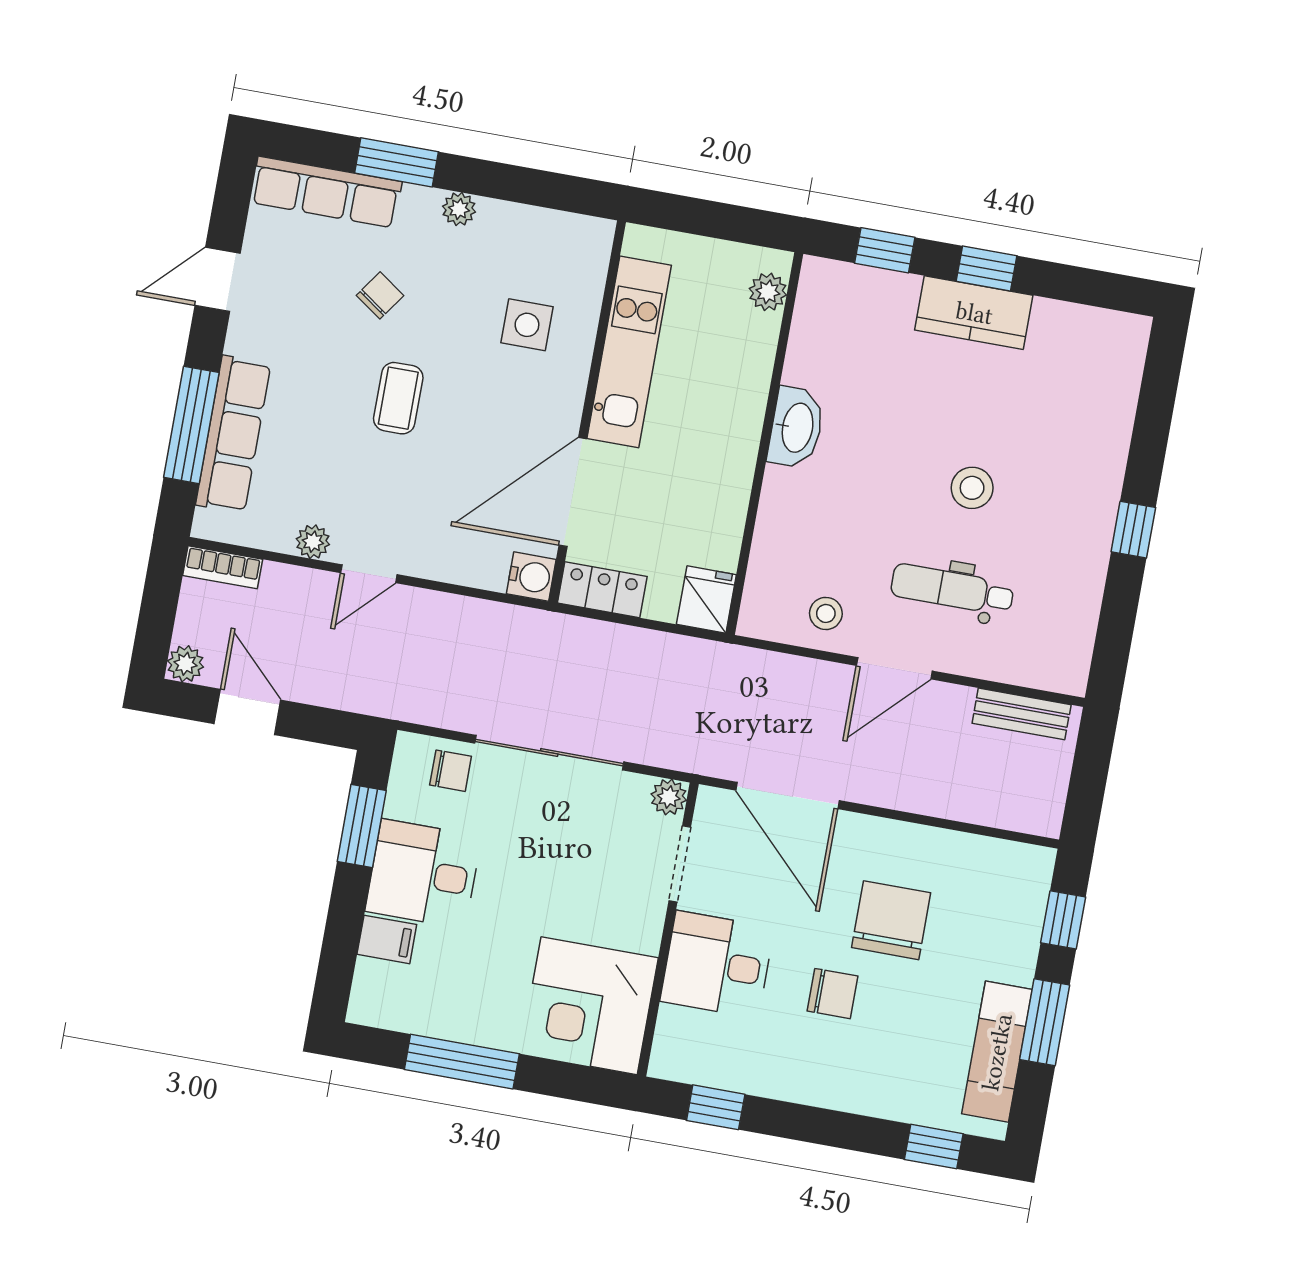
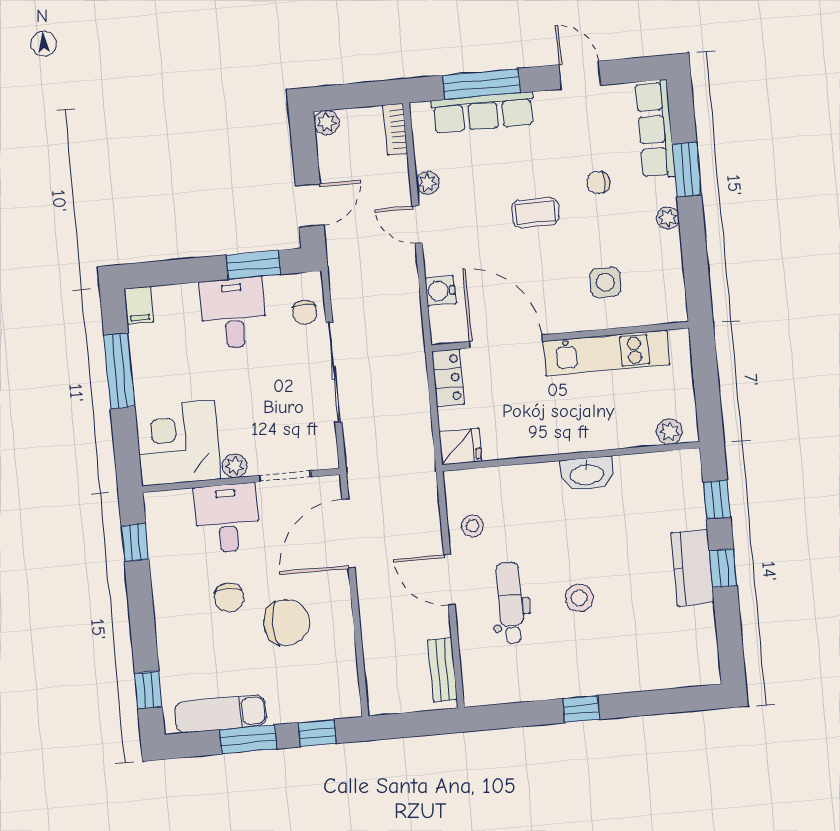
chair: (380, 295) -> (598, 182), turned 145
water cooler: (531, 577) -> (440, 291), moved, turned 90
door: (247, 712) -> (310, 205), moved
plant: (669, 797) -> (234, 466), moved
filing cabinet: (387, 939) -> (139, 305), moved

